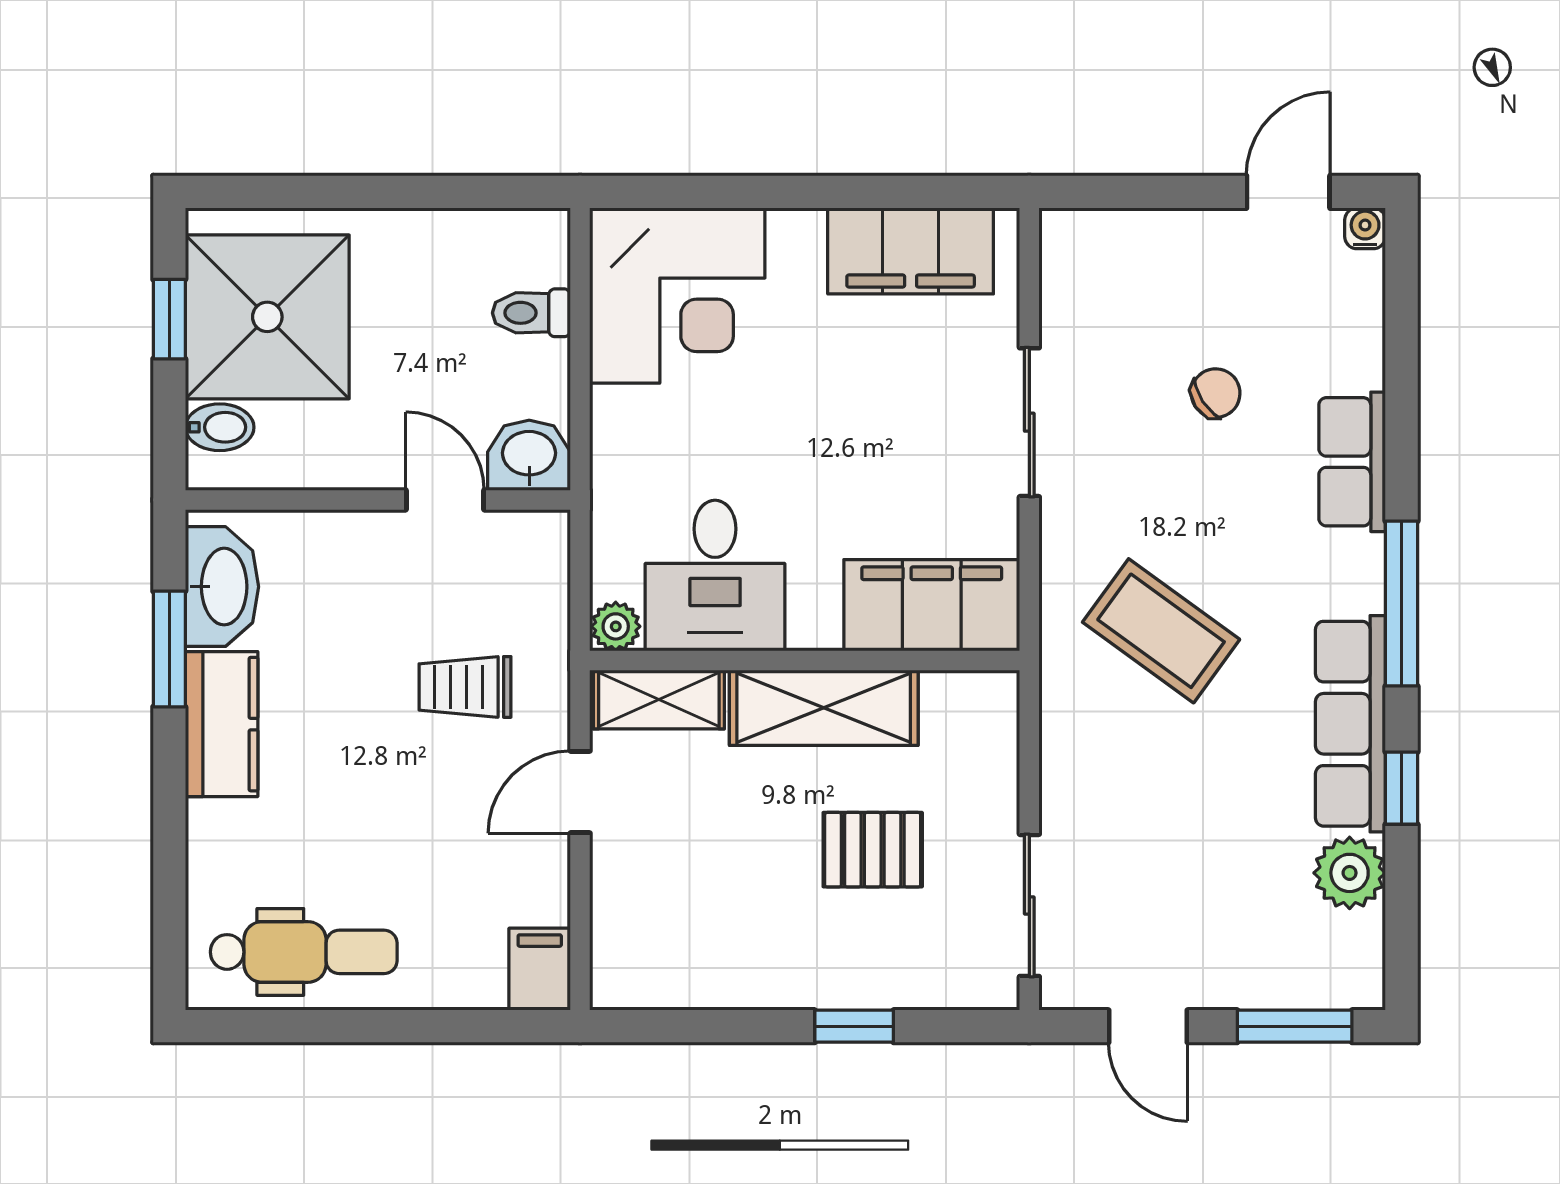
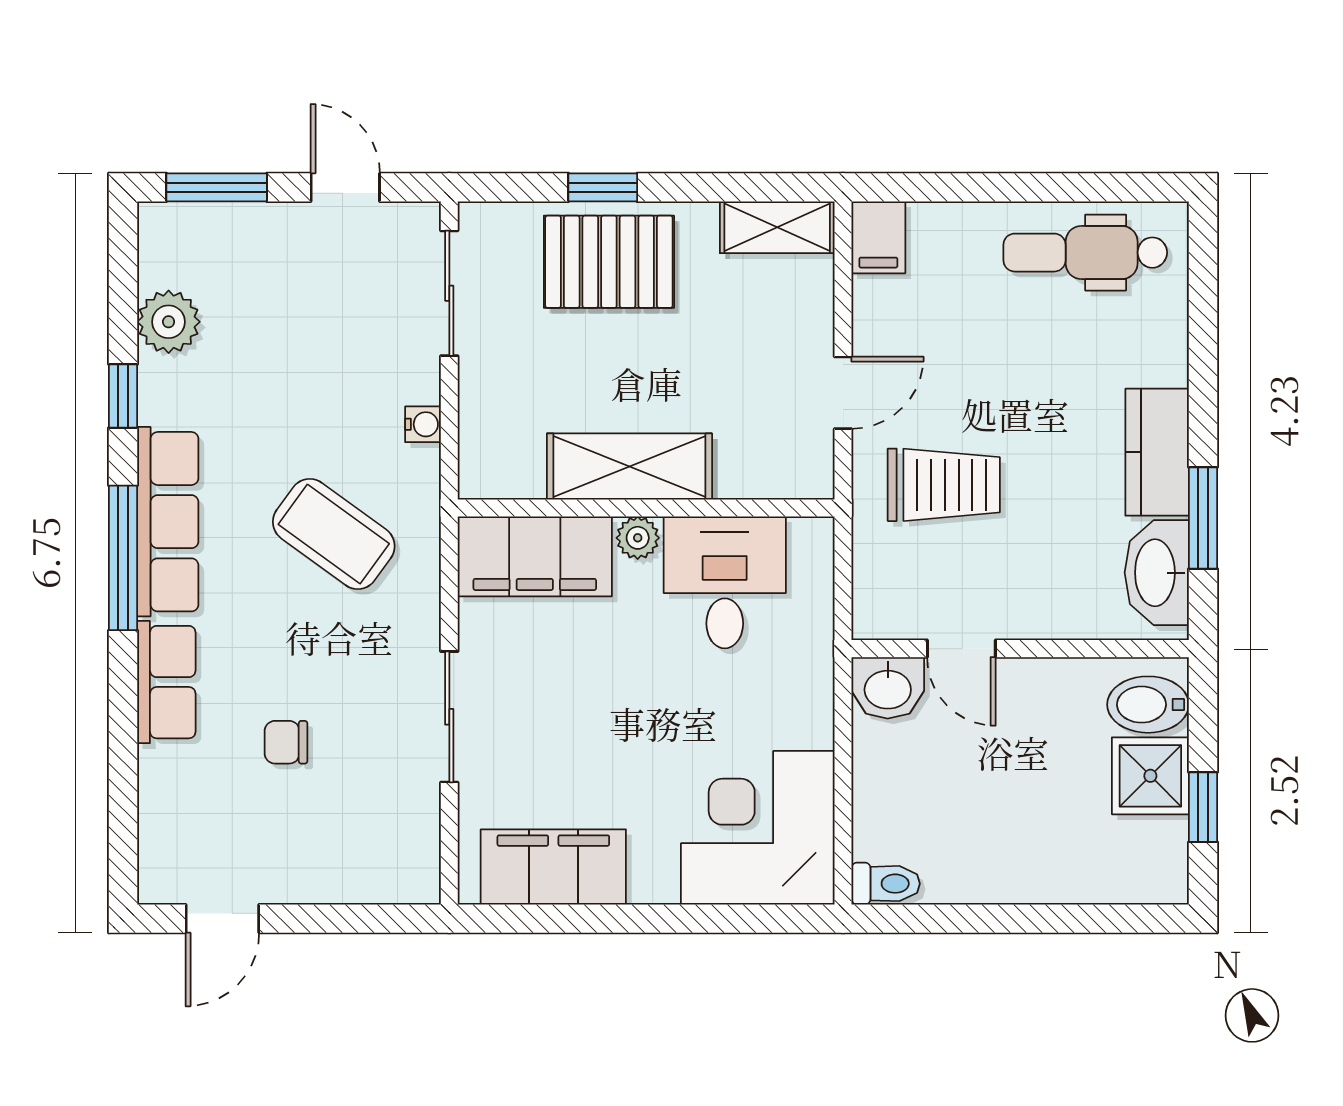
water cooler: (1365, 228) -> (423, 424), moved, turned -90
toilet: (531, 313) -> (886, 884), moved
shower: (267, 317) -> (1150, 776), width x0.54, depth x0.54
chair: (1216, 393) -> (286, 742), turned 33
bidet: (220, 427) -> (1148, 705), width x1.38, depth x1.36
plant: (616, 626) -> (638, 538), moved
trolley: (465, 687) -> (944, 485), width x1.36, depth x1.39
shelving: (659, 699) -> (777, 227), moved
row of seats: (1350, 724) -> (168, 522), moved
pallet: (873, 850) -> (609, 262), moved, width x1.50, depth x1.42

